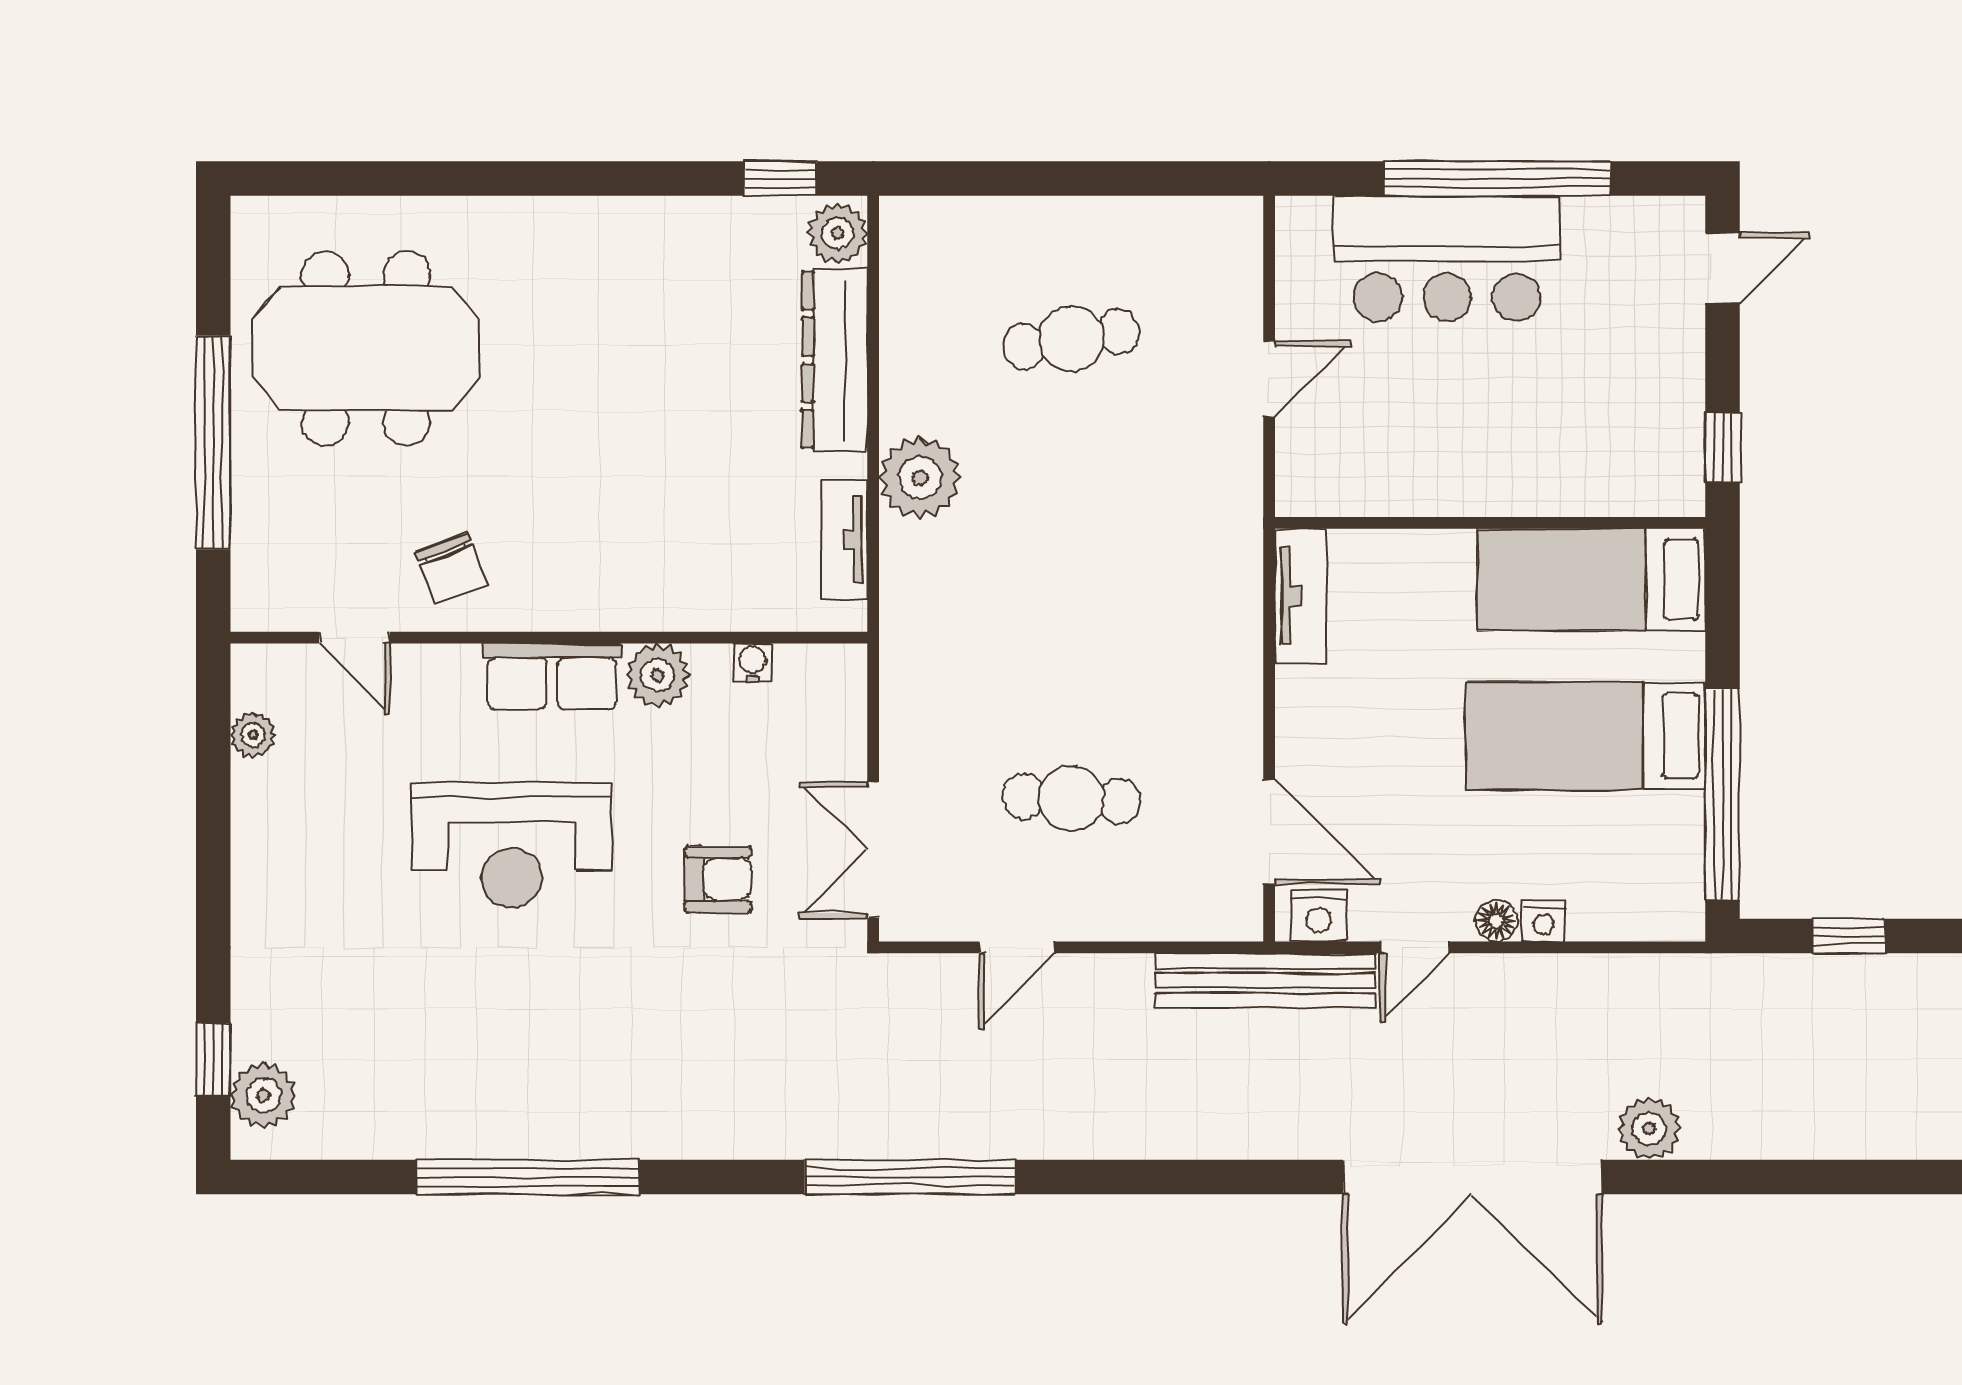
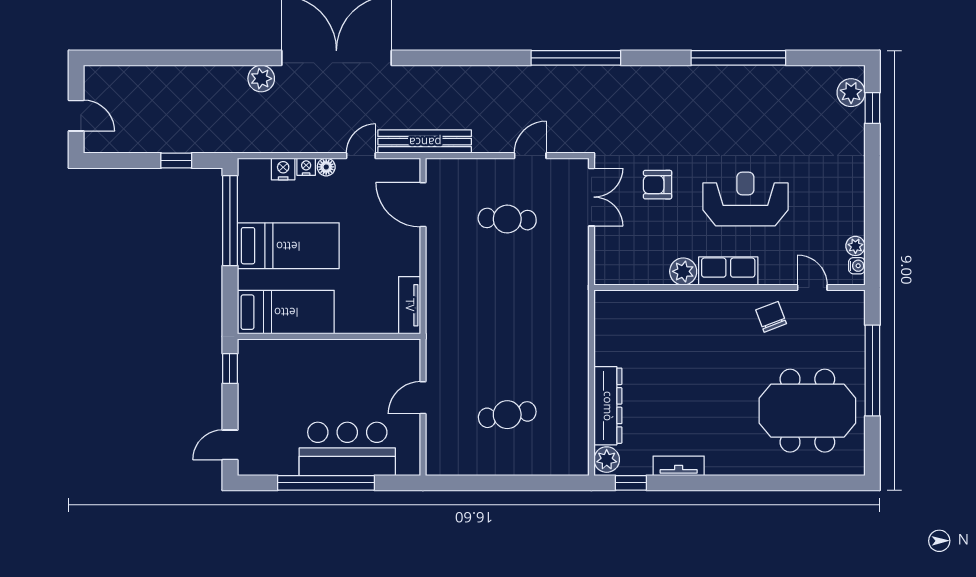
plant: (920, 478) -> (572, 356), removed
tv unit: (845, 540) -> (679, 466), moved, turned -90
water cooler: (752, 663) -> (857, 266), moved, turned -90
nightstand: (1319, 916) -> (283, 169), moved

